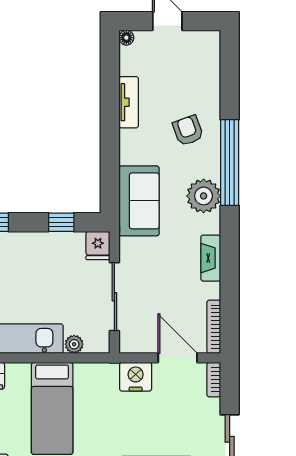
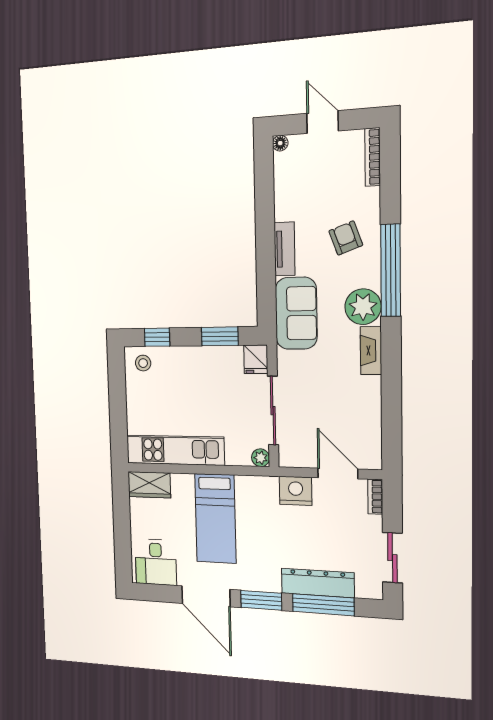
tv unit: (129, 102) -> (284, 249), moved
window: (61, 222) -> (220, 336), width x1.50
fireplace: (211, 258) -> (371, 350), moved
bookcase: (214, 327) -> (373, 157), moved
plant: (74, 344) -> (261, 458), moved

